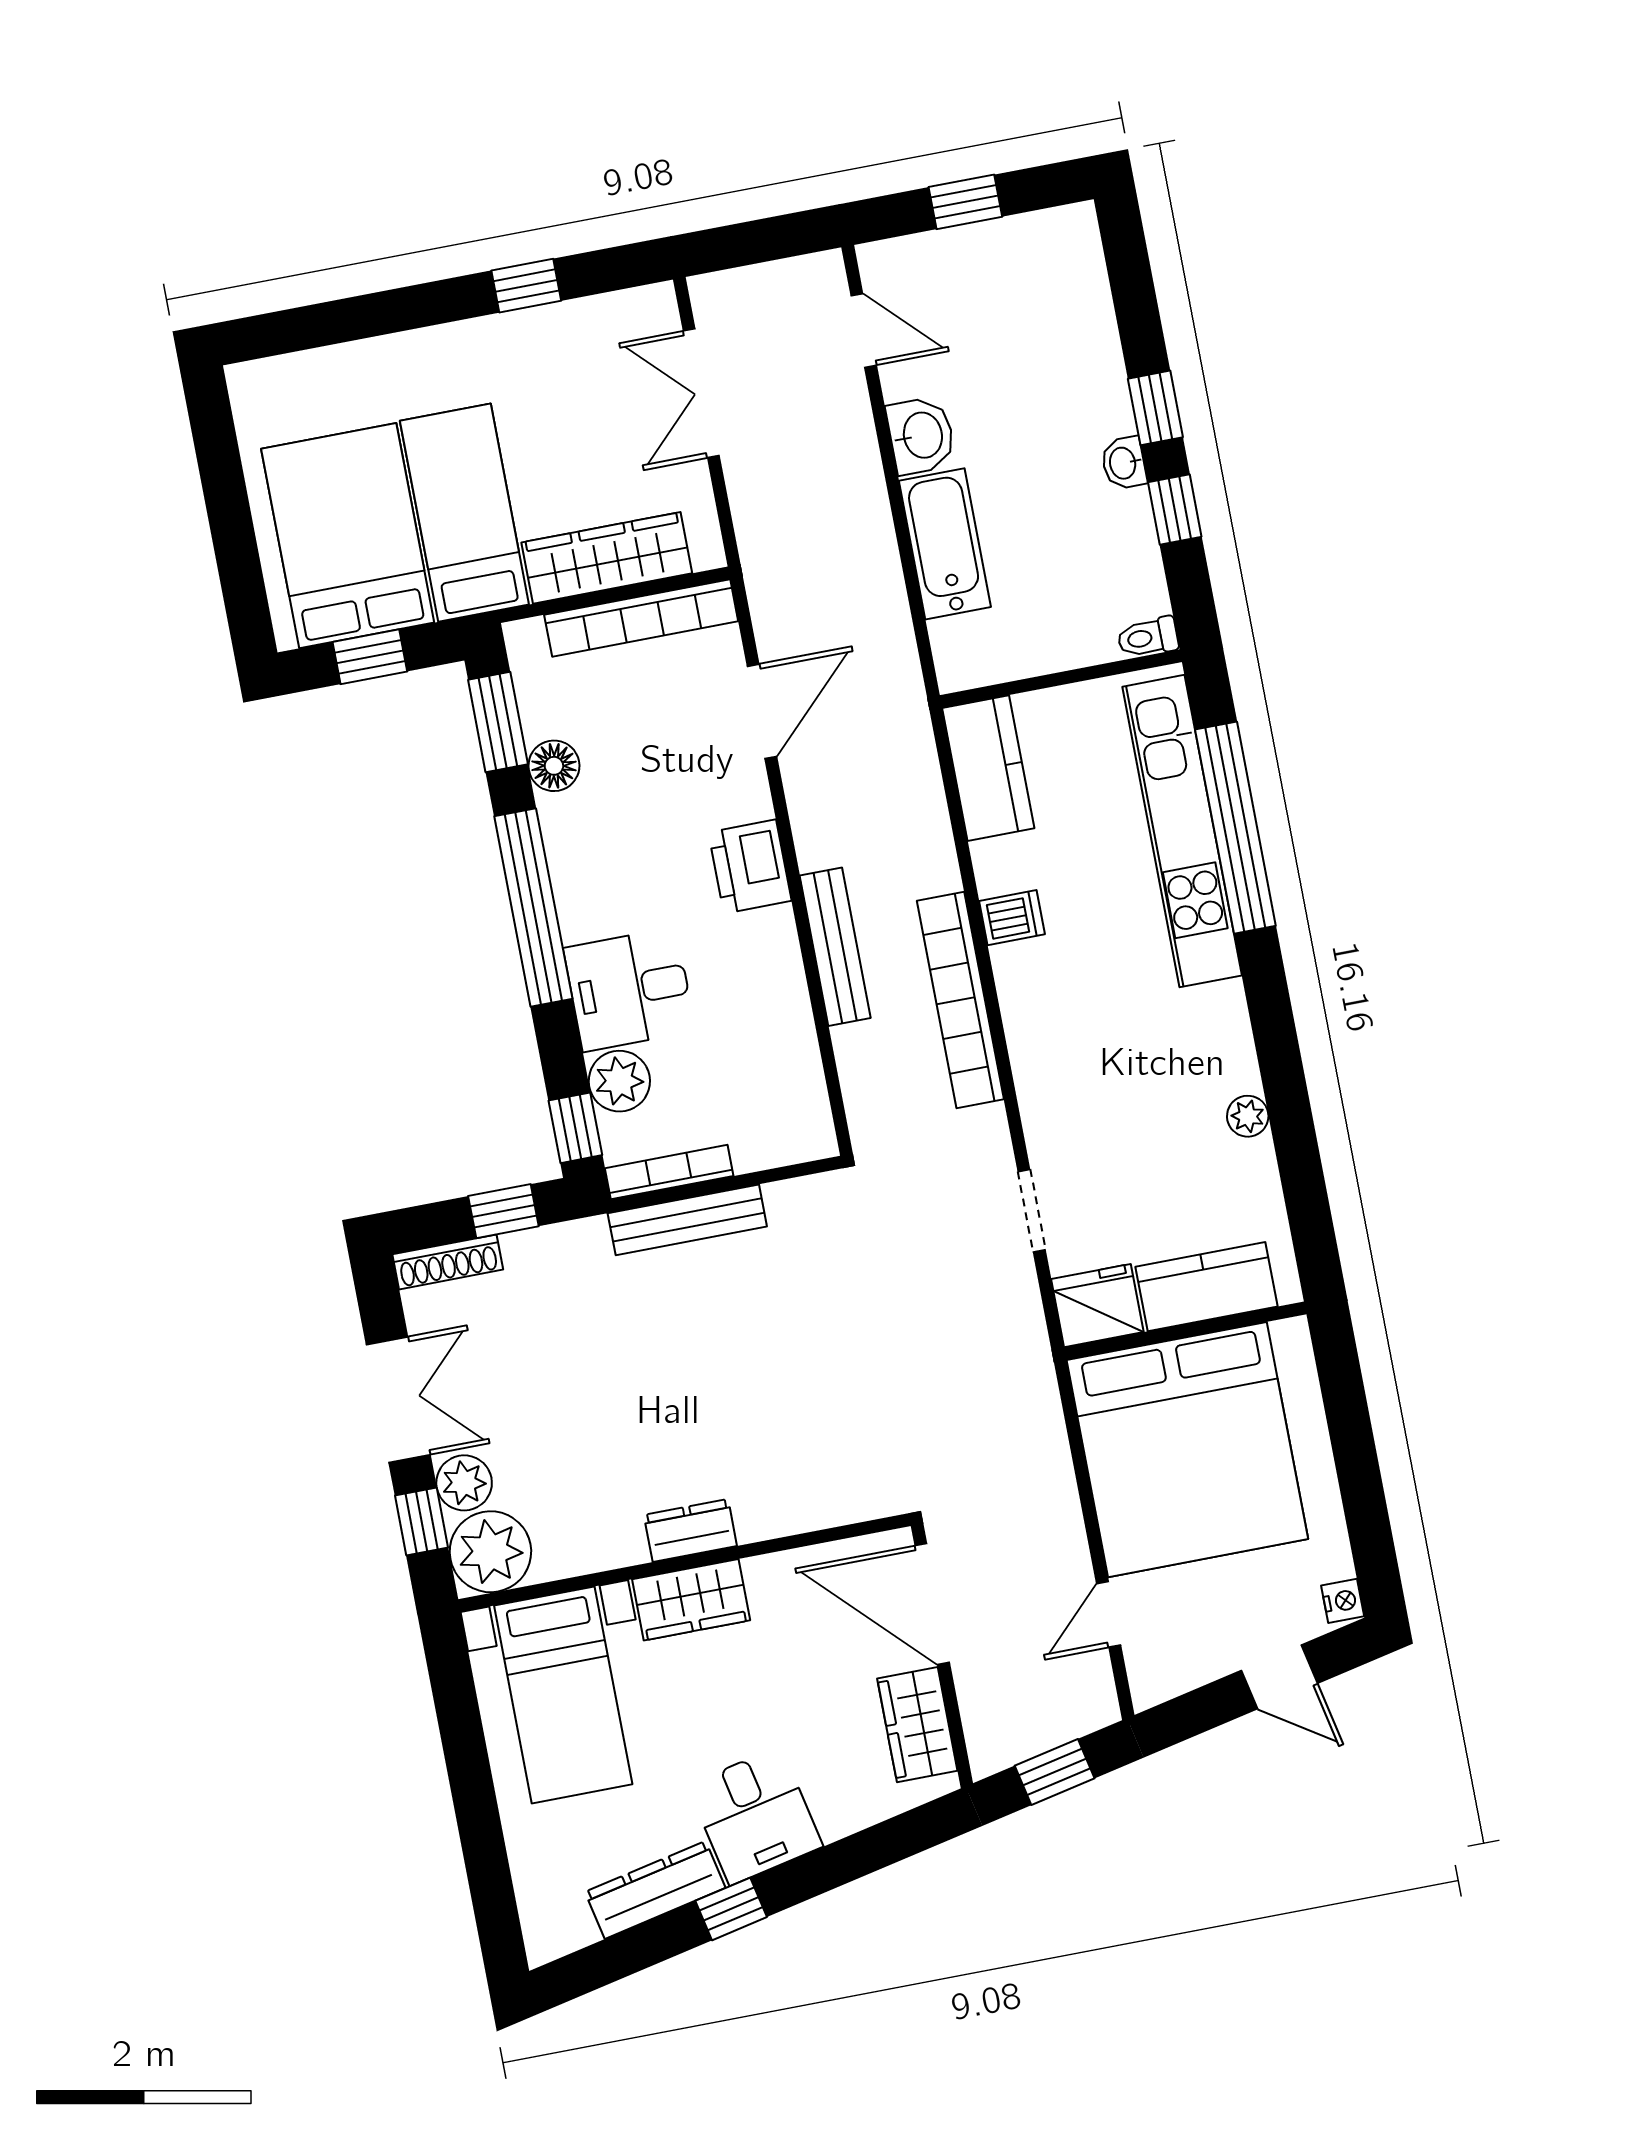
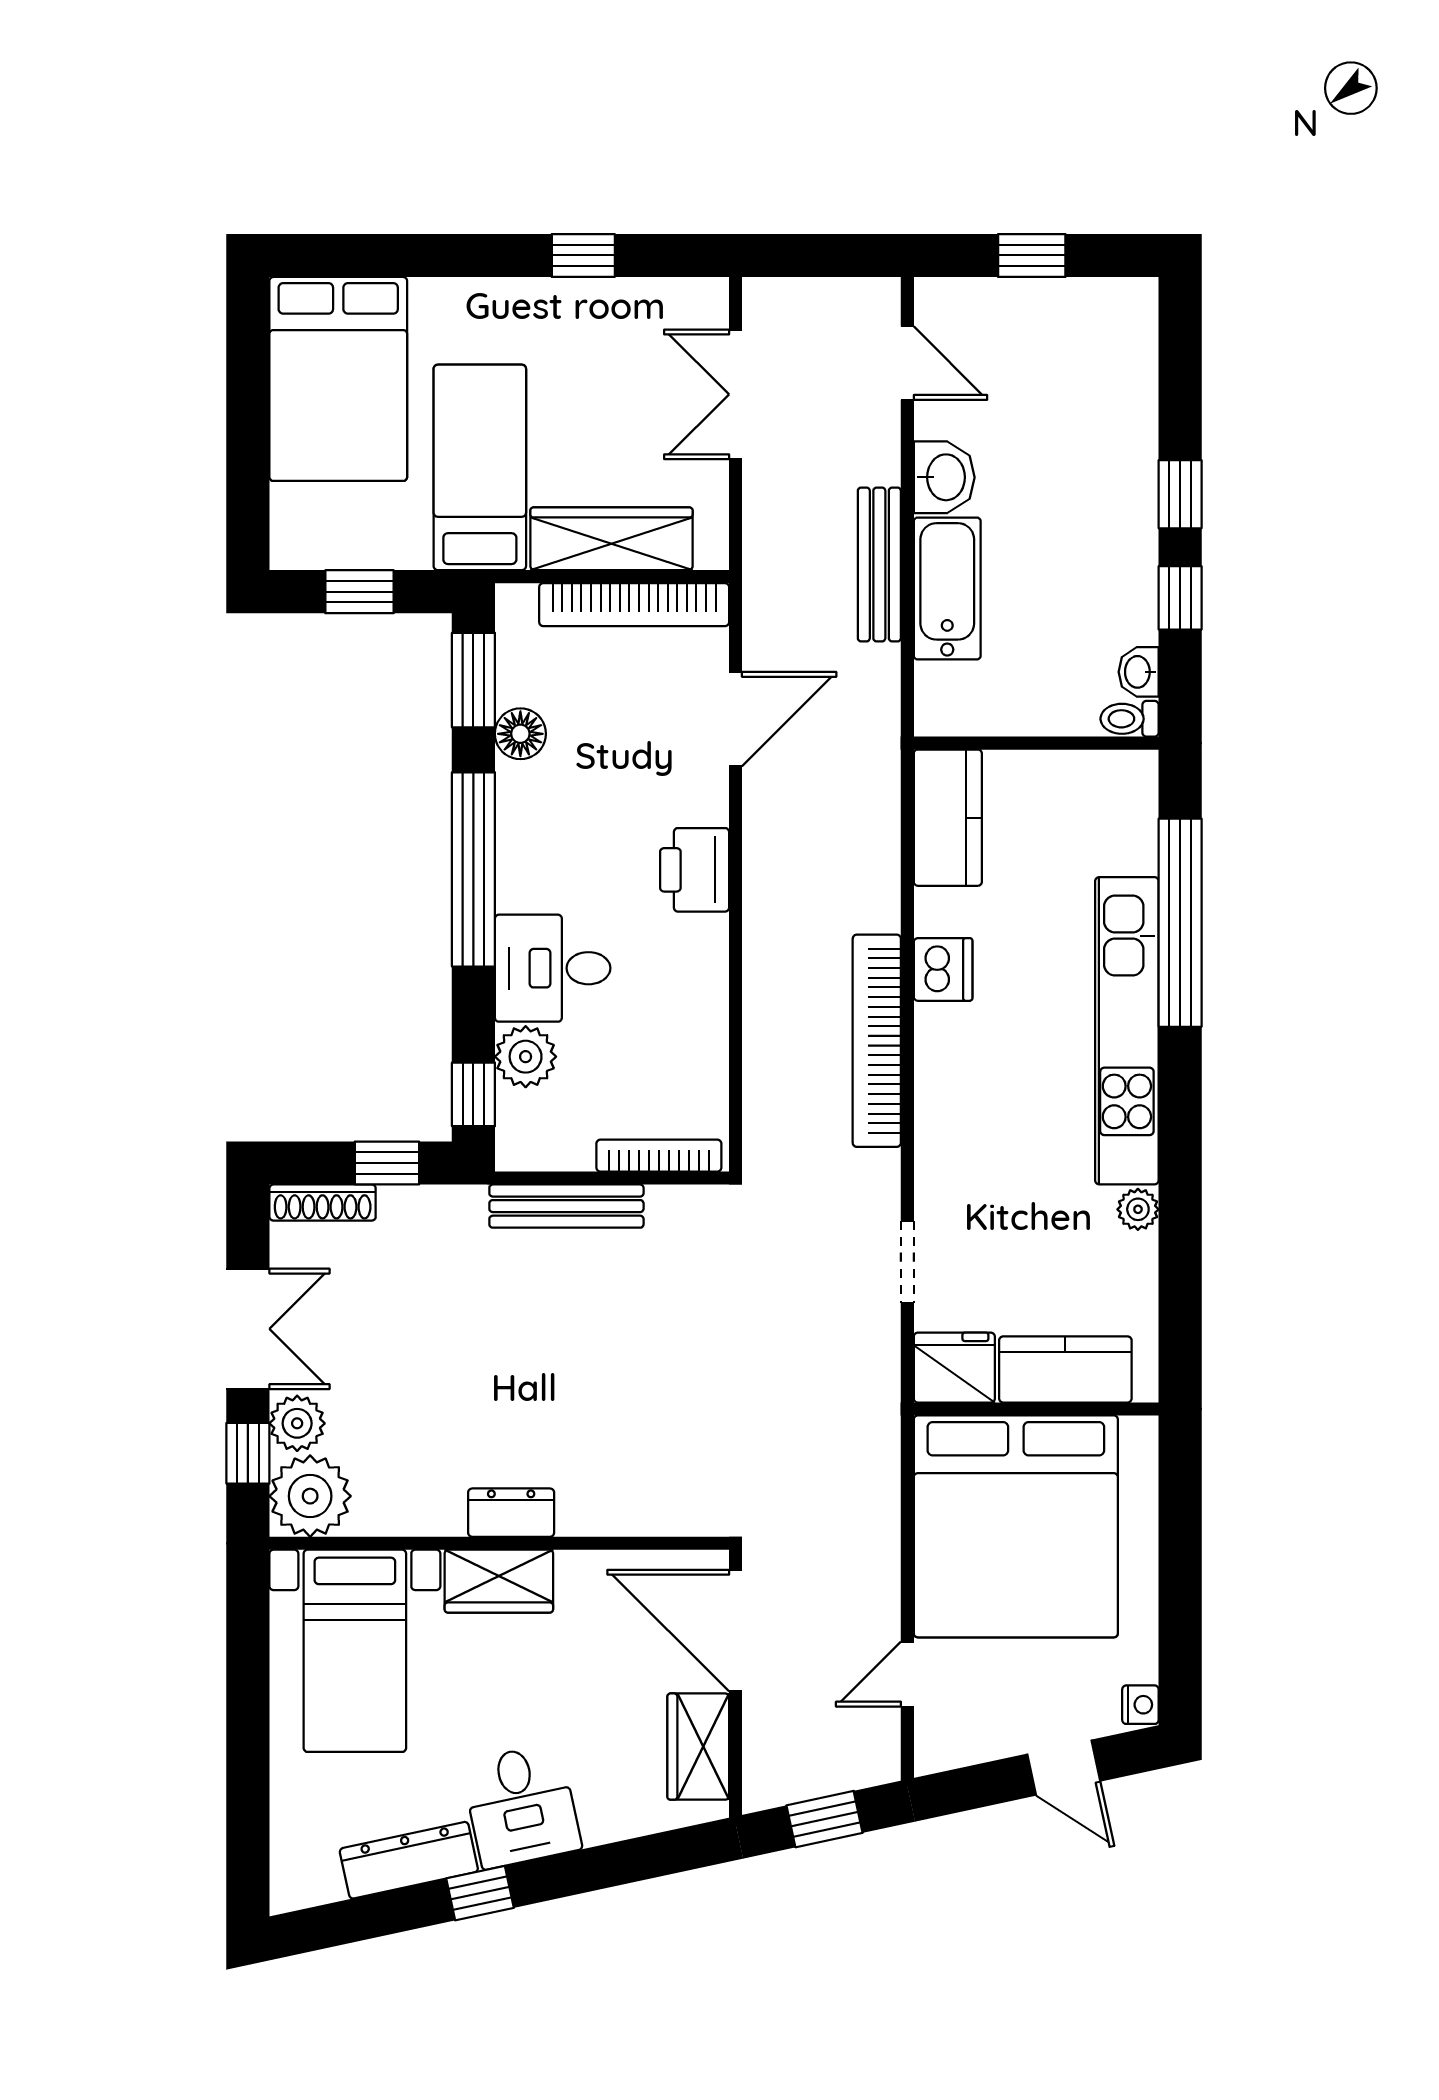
washbasin: (1124, 463) -> (1139, 672), moved
bed: (348, 536) -> (338, 379), moved, turned 180
kitchen unit: (1182, 831) -> (1127, 1031), moved
dishwasher: (1012, 918) -> (943, 969), width x1.38
bench: (835, 947) -> (879, 564), moved
bookcase: (669, 1172) -> (659, 1156), moved

